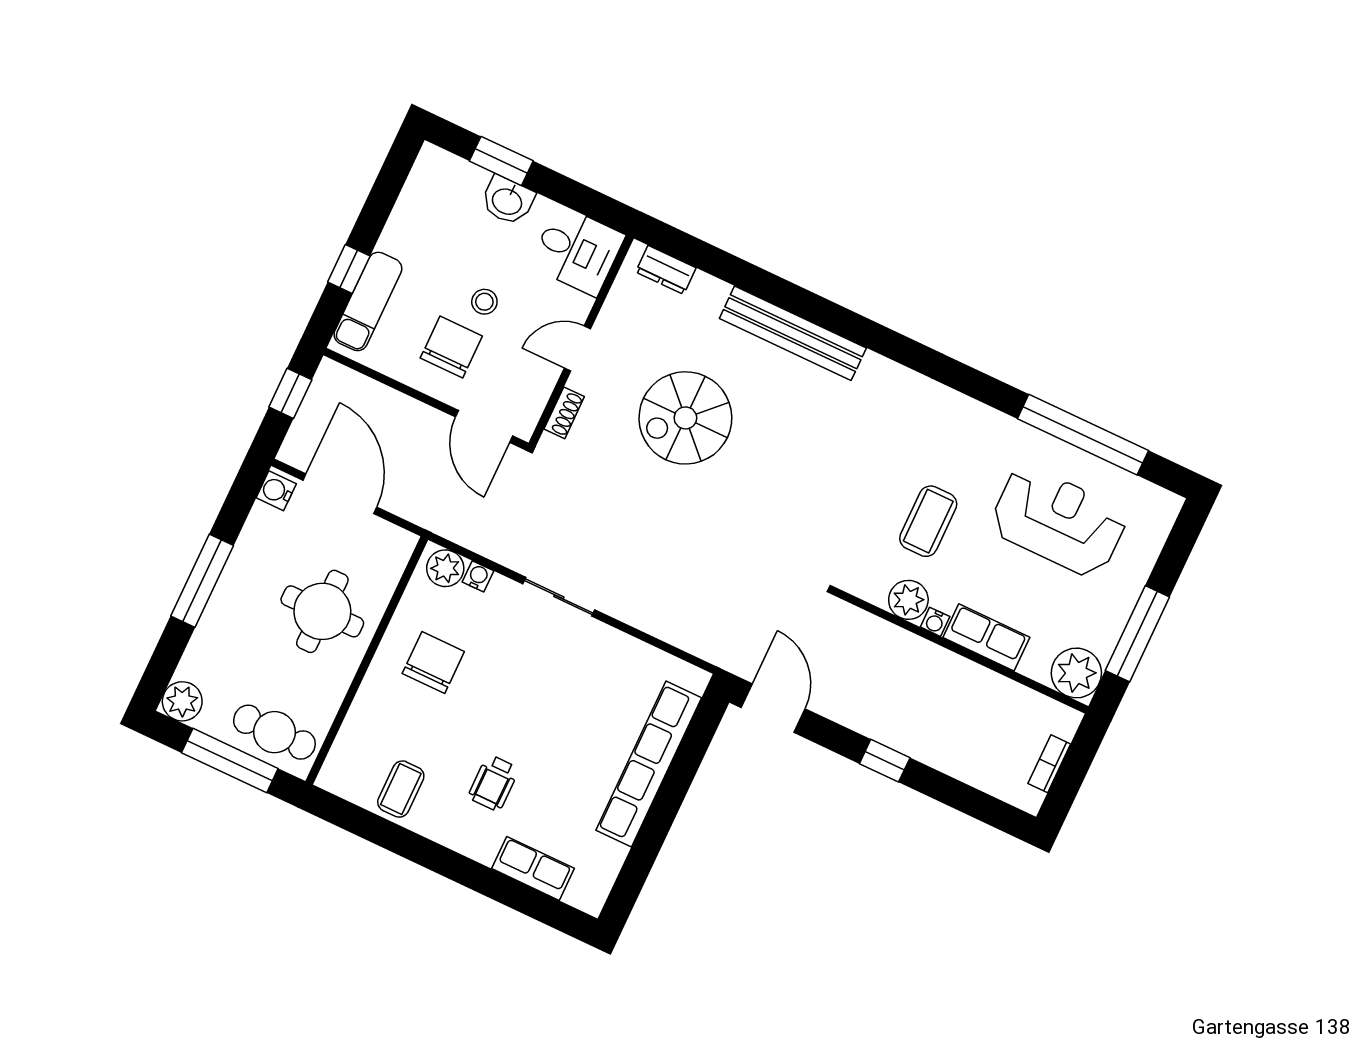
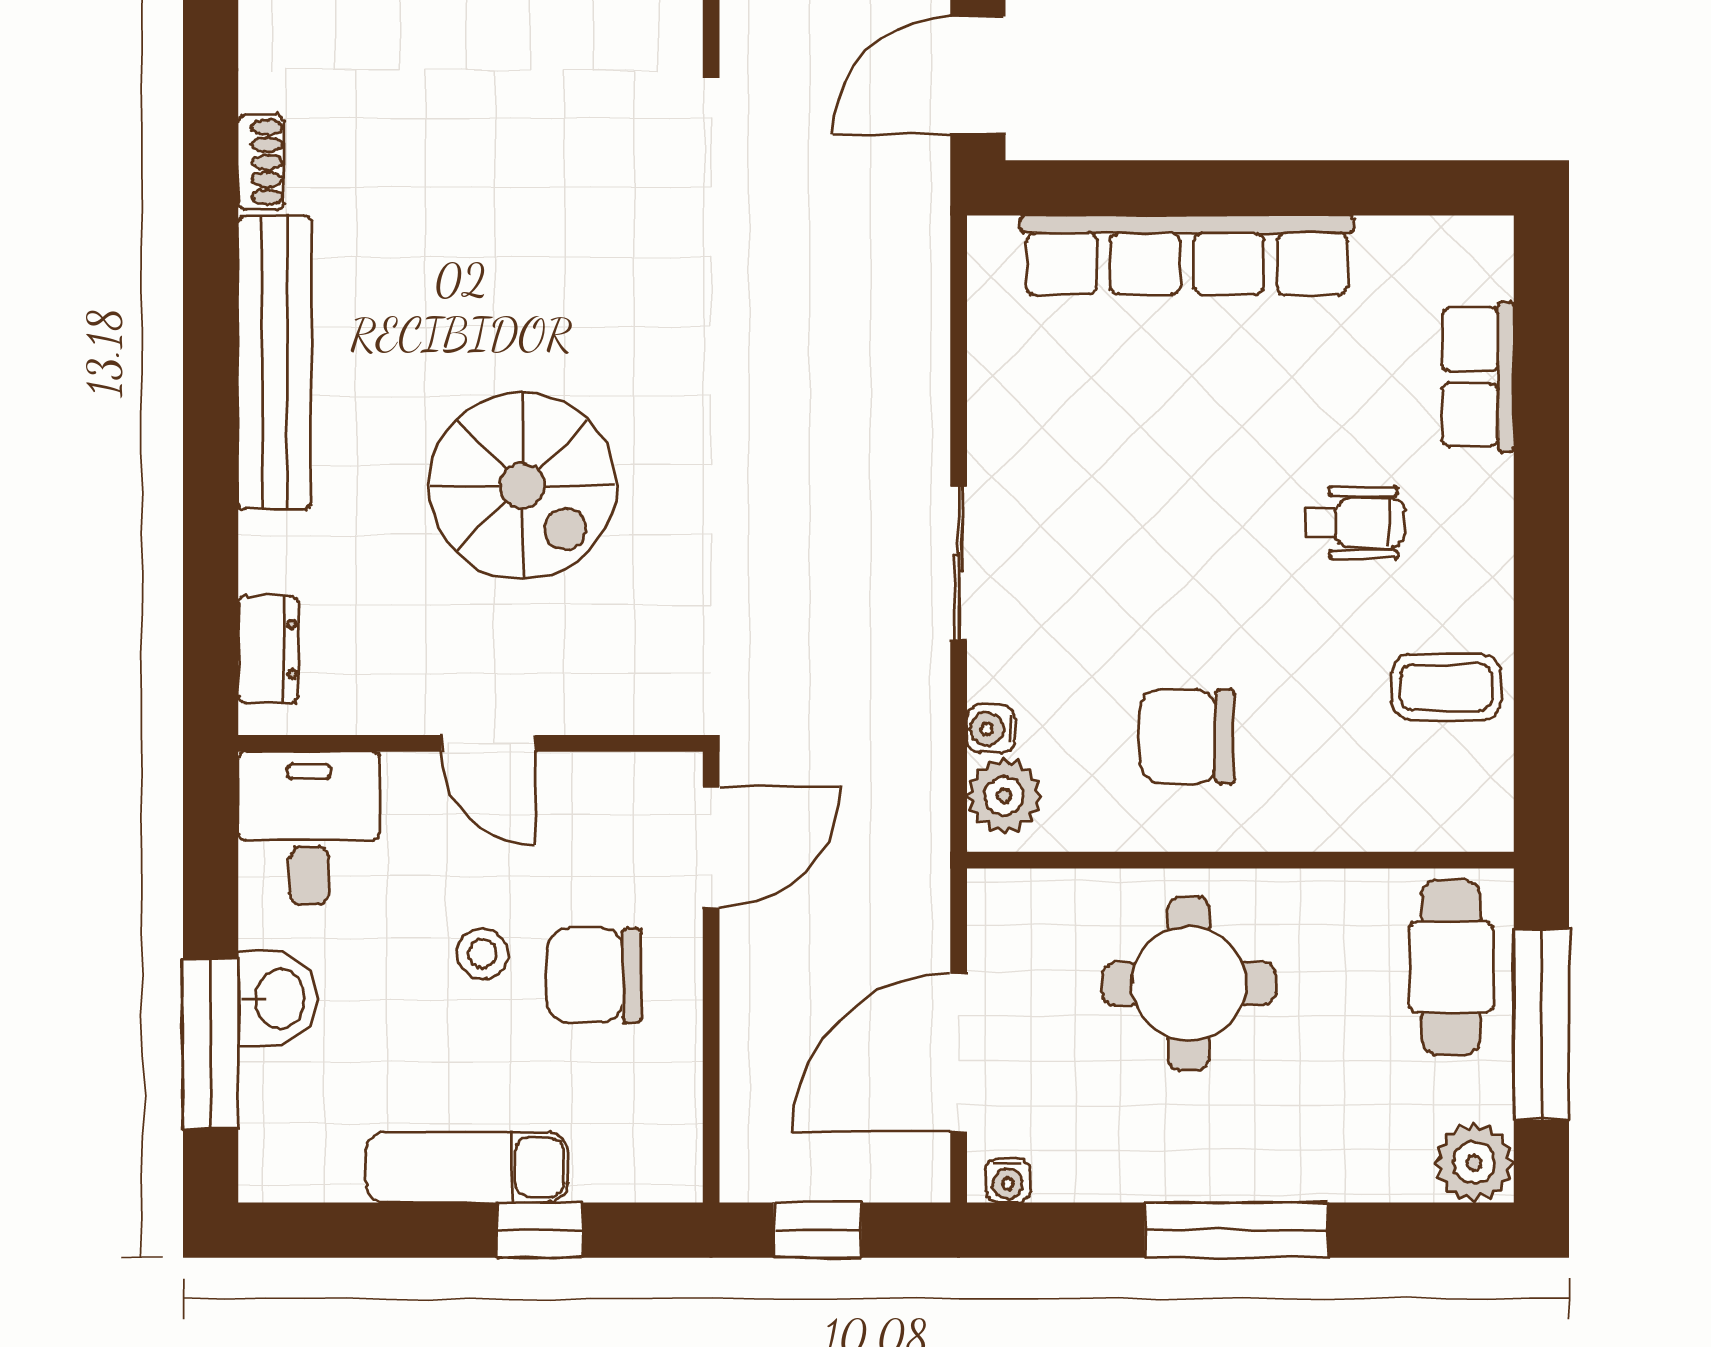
window: (501, 161) -> (211, 1044), width x1.44
exam couch: (368, 301) -> (466, 1167), moved
shoe rack: (564, 413) -> (261, 162), moved, turned 90
water cooler: (276, 491) -> (1008, 1180), width x0.72, depth x0.72

